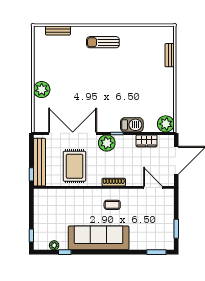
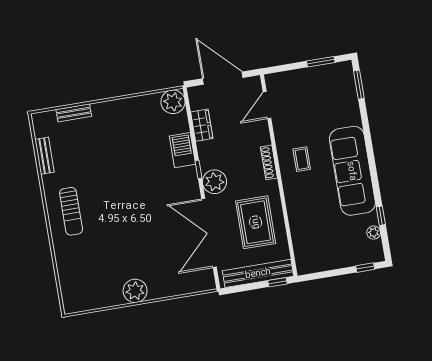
bench: (58, 30) -> (45, 156), moved
plant: (42, 90) -> (135, 291), moved
rug: (75, 166) -> (256, 222), turned 90

